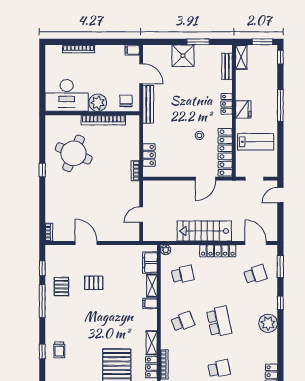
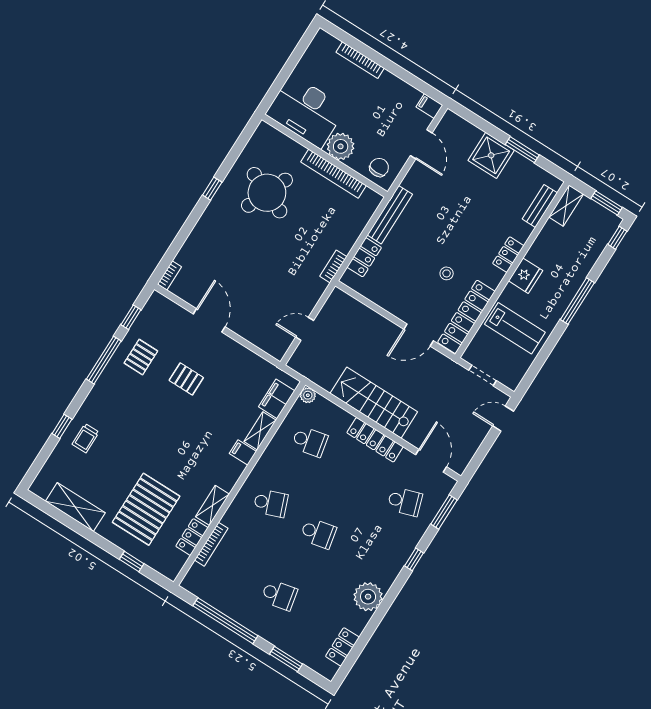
bench: (148, 104) -> (390, 215), moved
school desk: (219, 322) -> (318, 533), width x0.54
plant: (268, 323) -> (368, 597), moved

